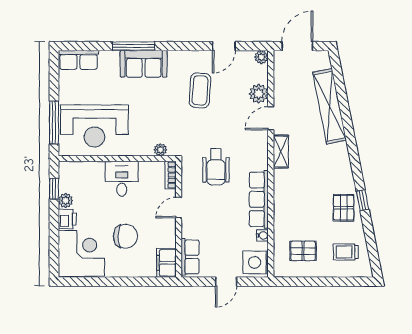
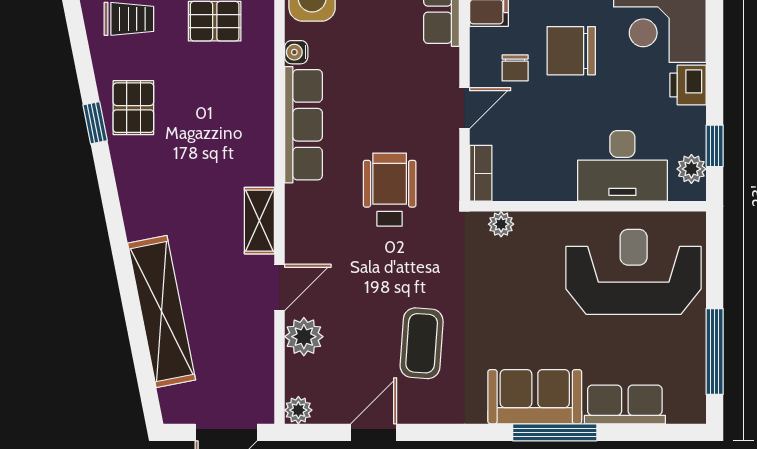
row of seats: (78, 60) -> (625, 405), moved
window: (54, 123) -> (715, 351), moved
desk: (122, 179) -> (622, 166), moved, width x1.37
plant: (66, 201) -> (691, 169), moved
chair: (153, 228) -> (515, 68), added

